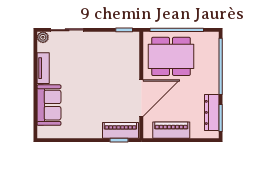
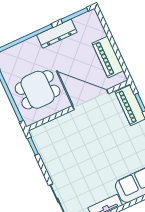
dining table: (171, 56) -> (38, 90), width x0.73
dresser: (212, 112) -> (57, 34), moved

